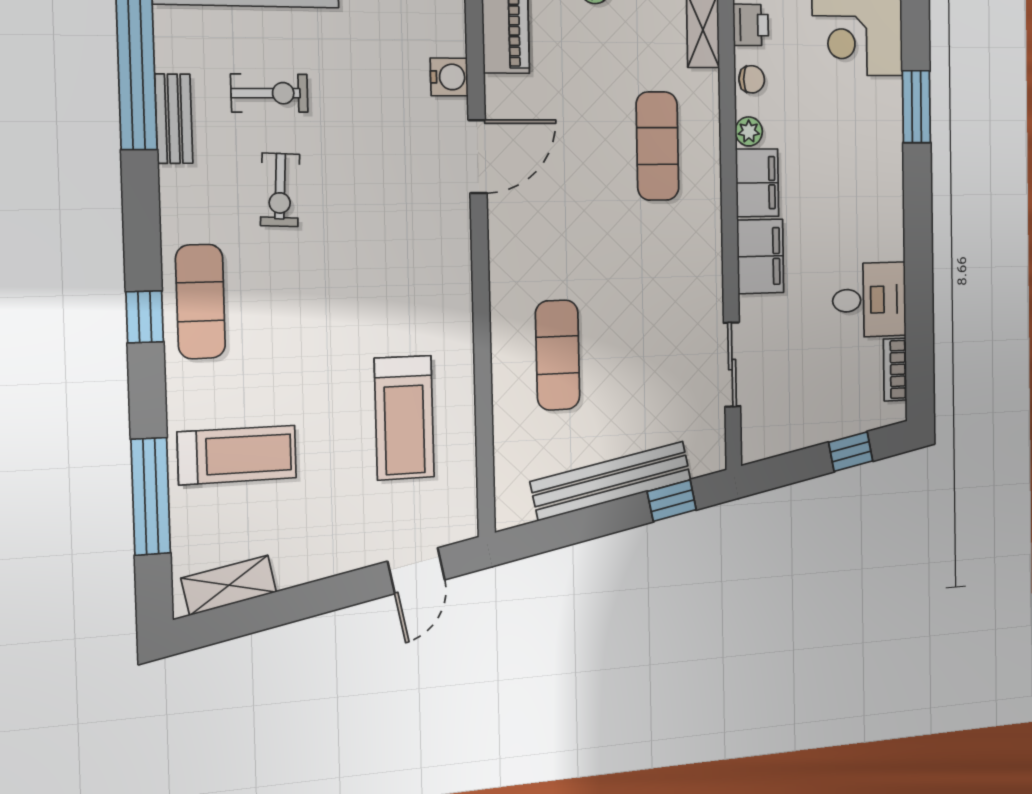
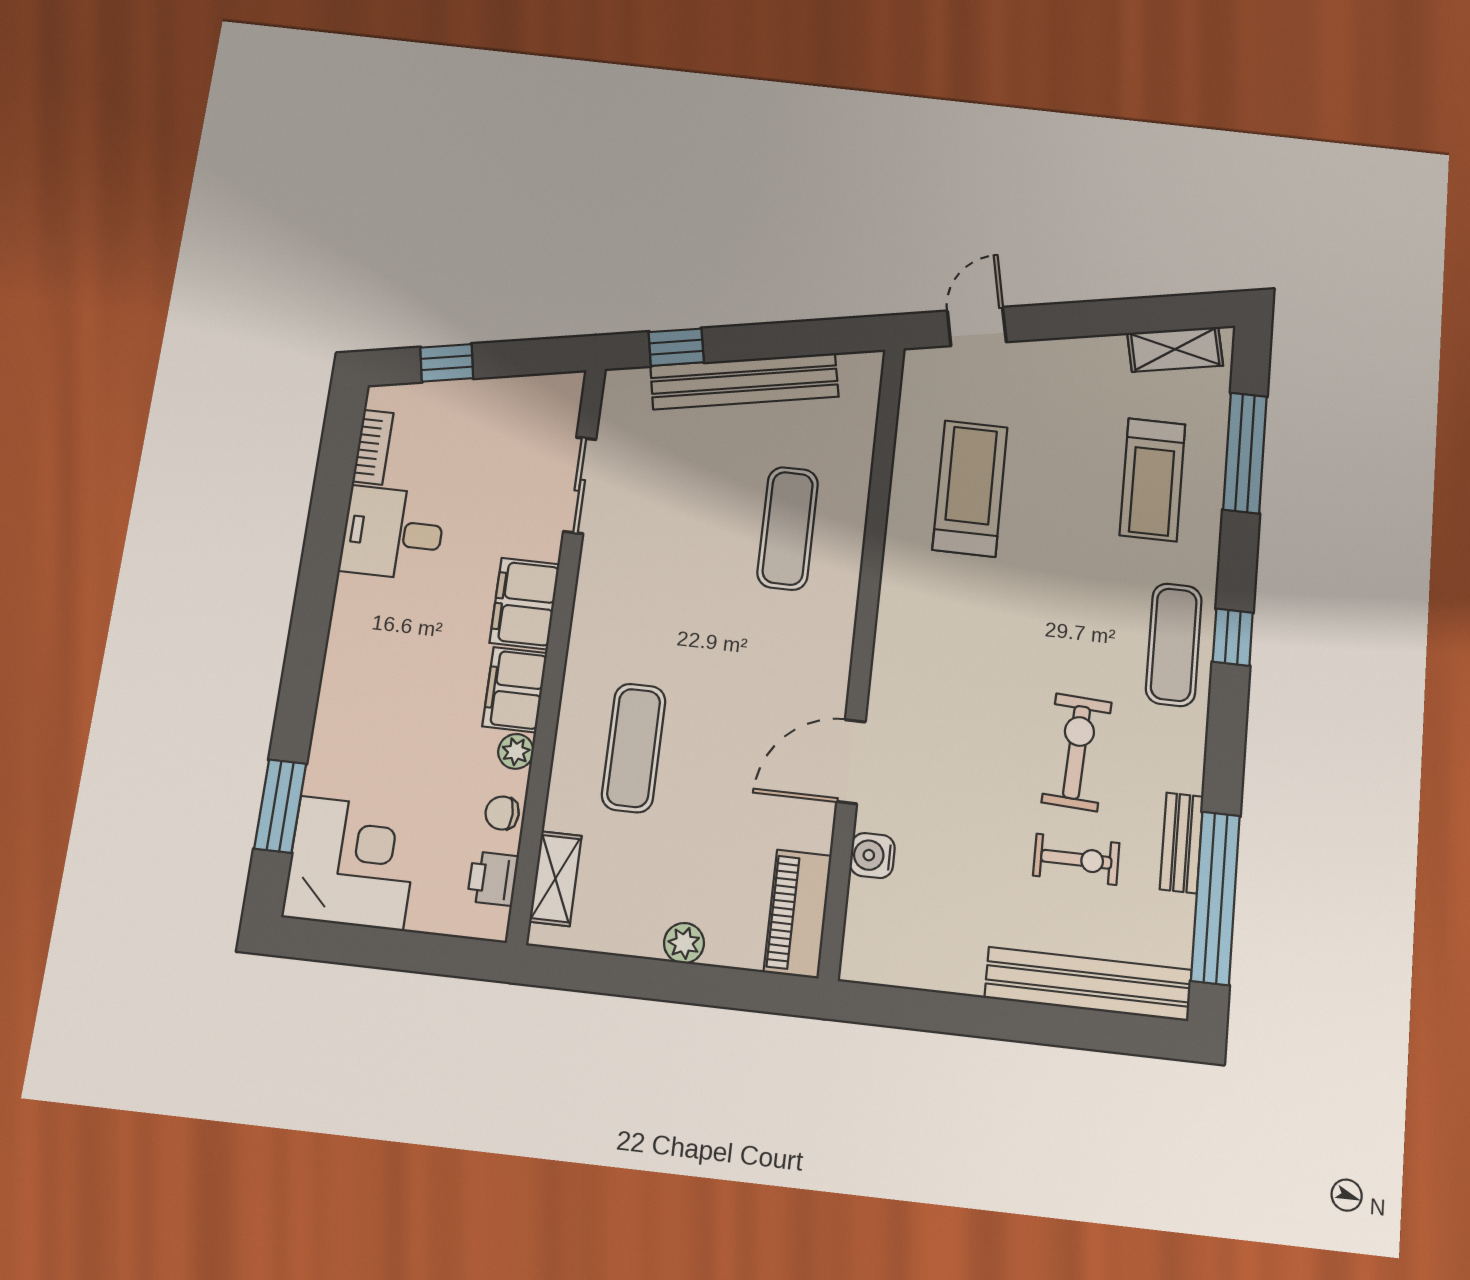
exercise bike: (269, 93) -> (1076, 859), turned 180
window: (916, 107) -> (280, 806), moved
exercise bike: (280, 190) -> (1077, 752), width x1.38, depth x1.39
treadmill: (237, 455) -> (1153, 480), turned -90

